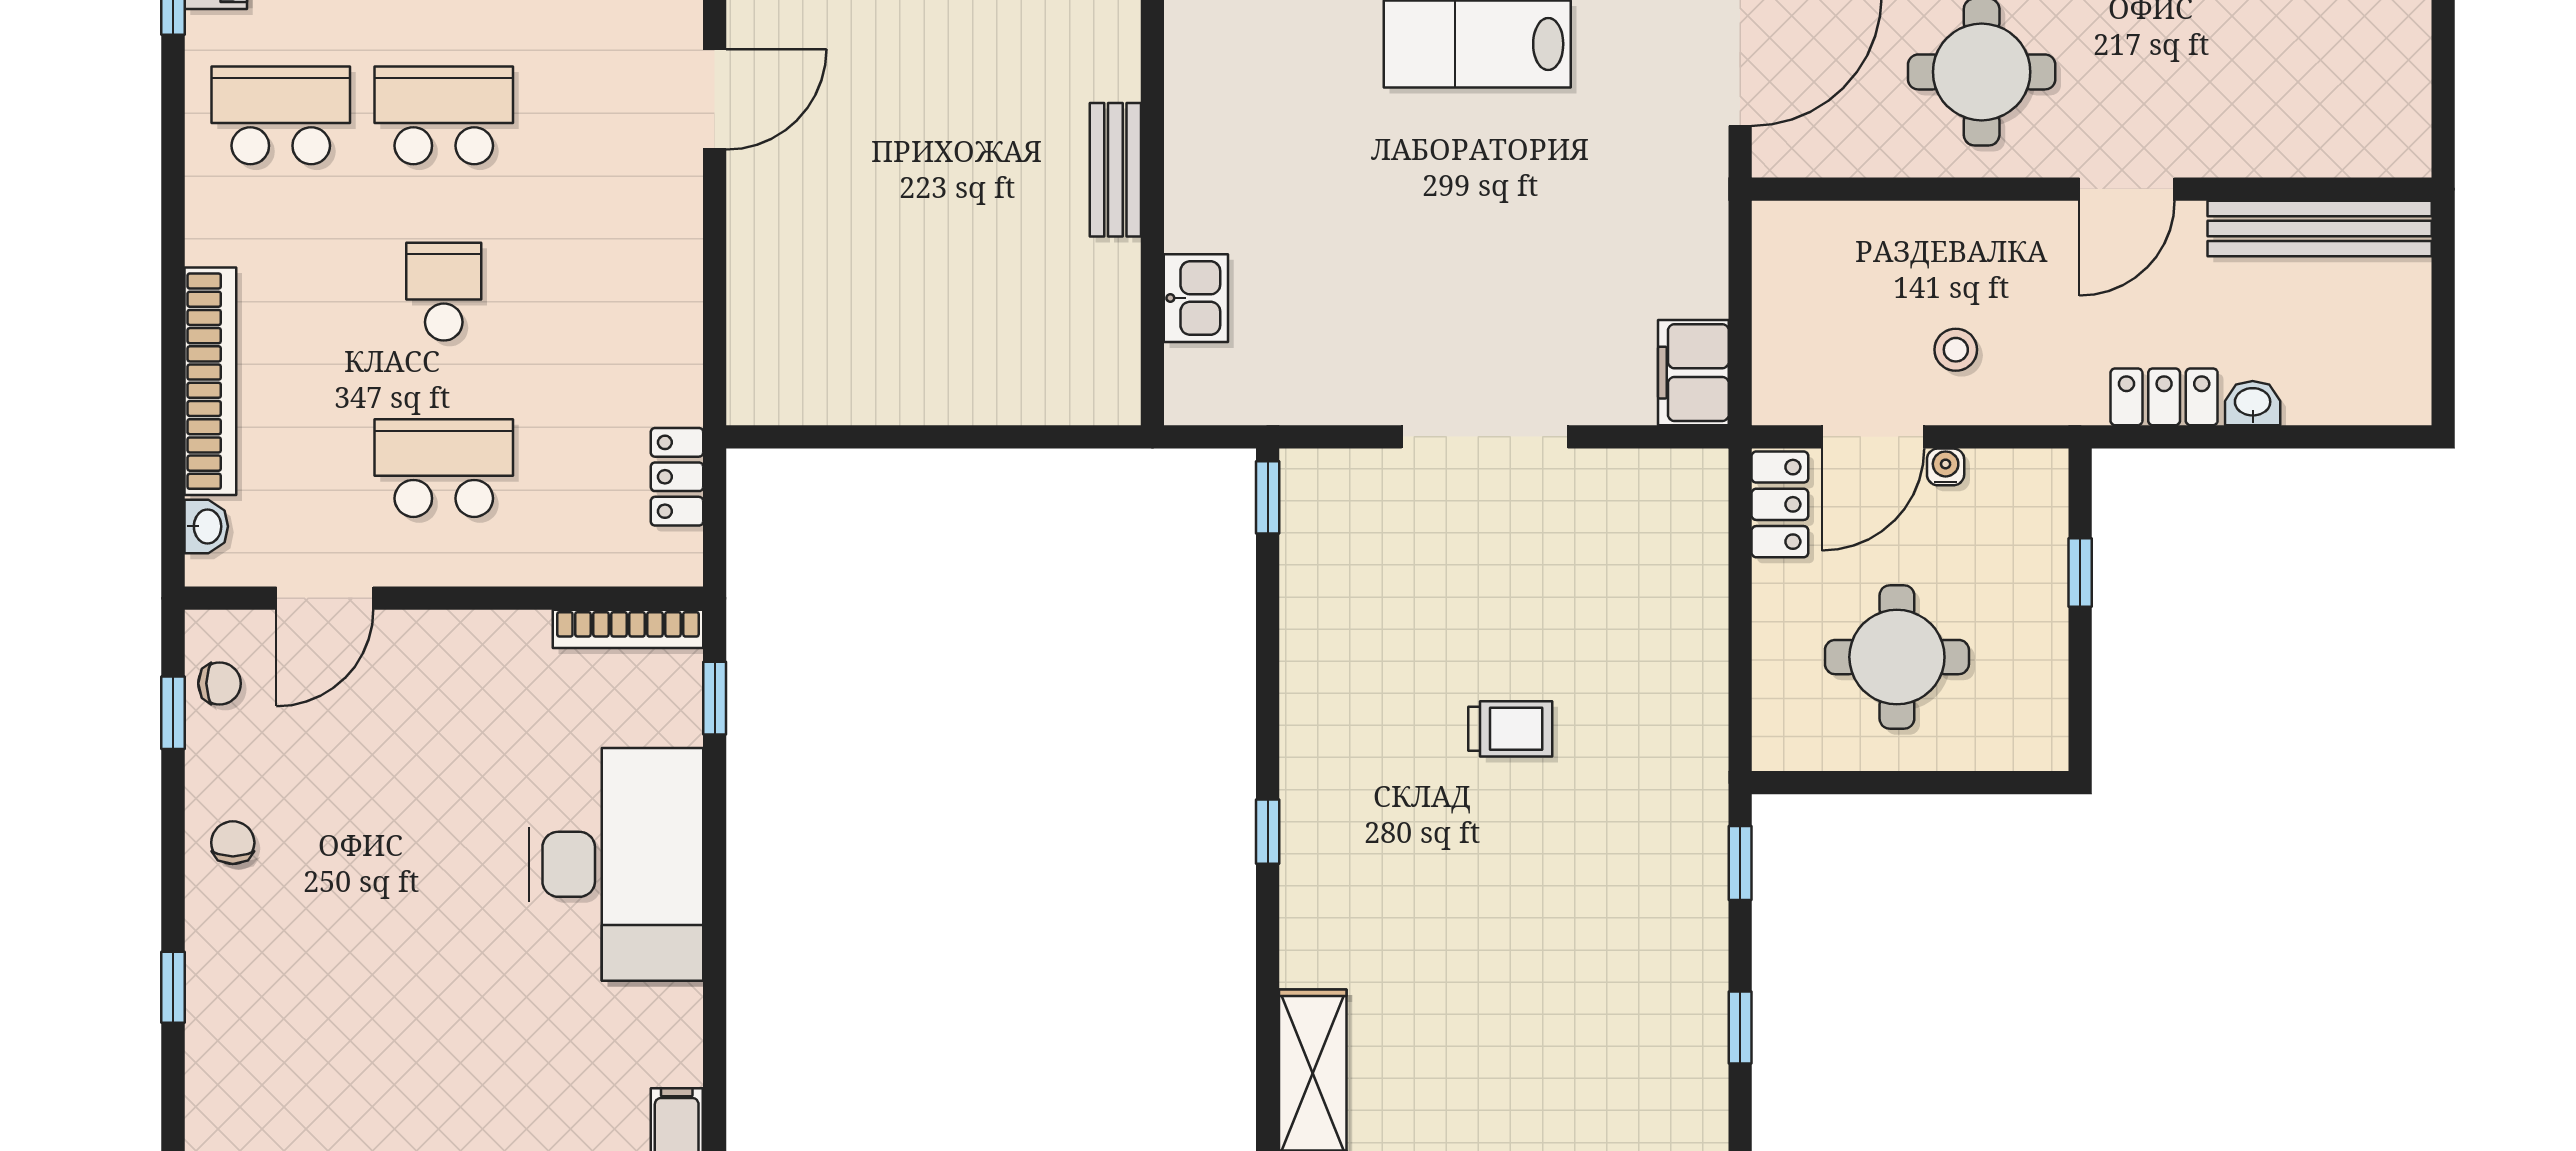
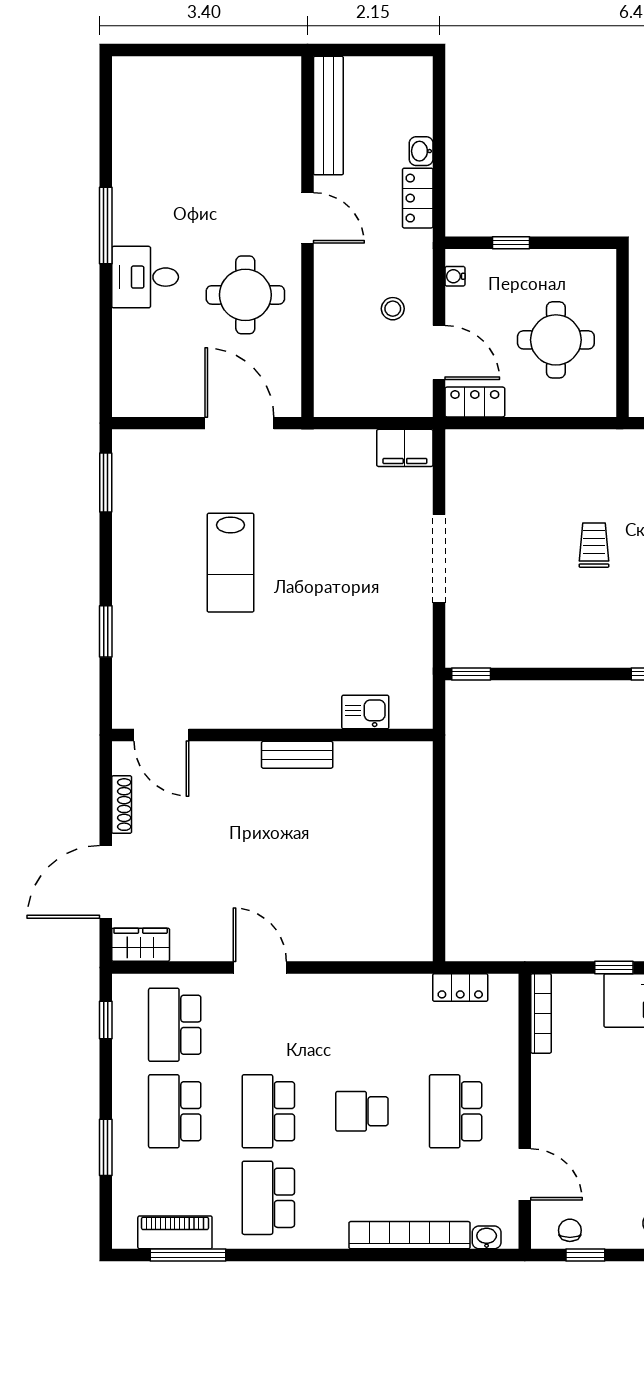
water cooler: (1946, 467) -> (455, 276), moved
window: (715, 698) -> (614, 968), moved

